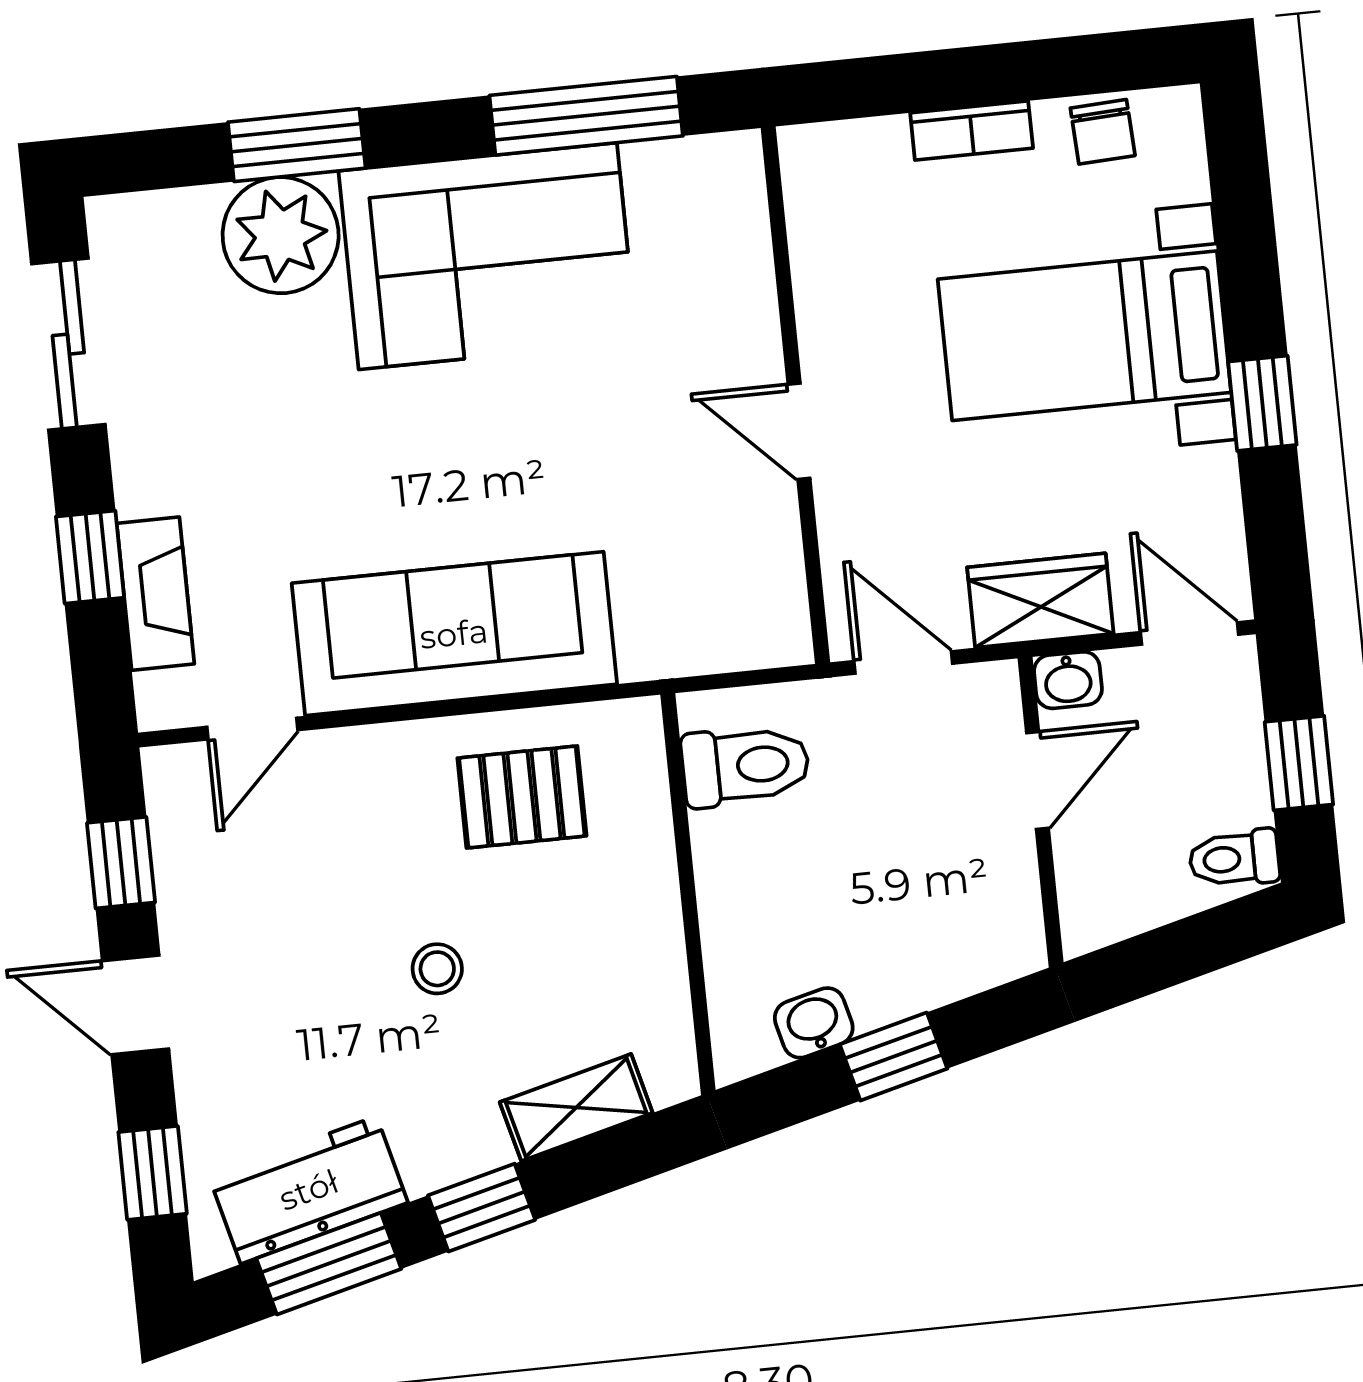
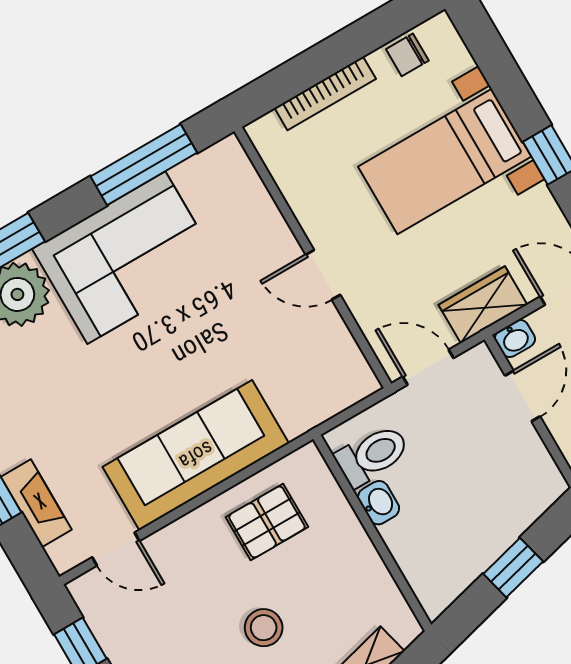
bookcase: (972, 131) -> (325, 93), width x1.56
chair: (1103, 132) -> (407, 55), turned 93
door: (252, 729) -> (116, 549), hinge flipped
stool: (437, 969) -> (264, 628), width x1.37, depth x1.37
washbasin: (814, 1023) -> (379, 503), moved, turned 104

